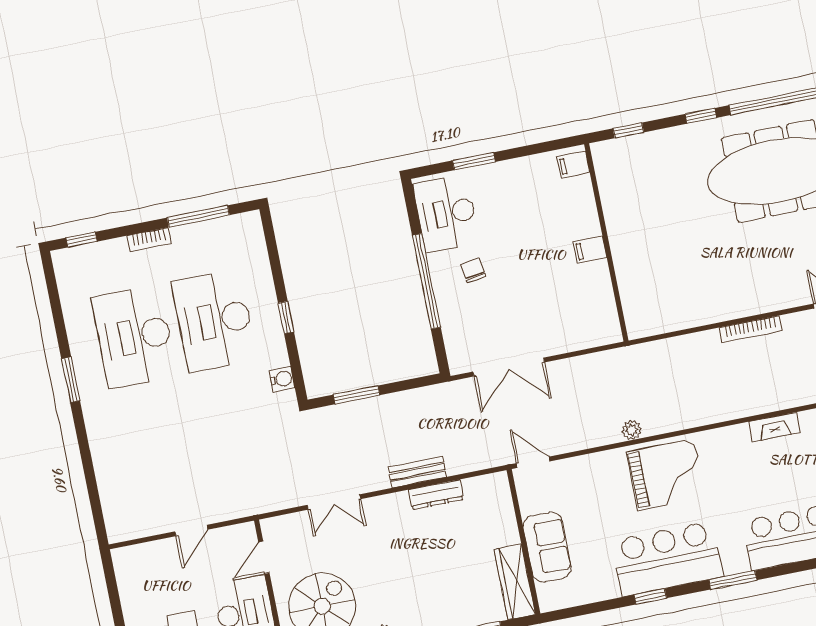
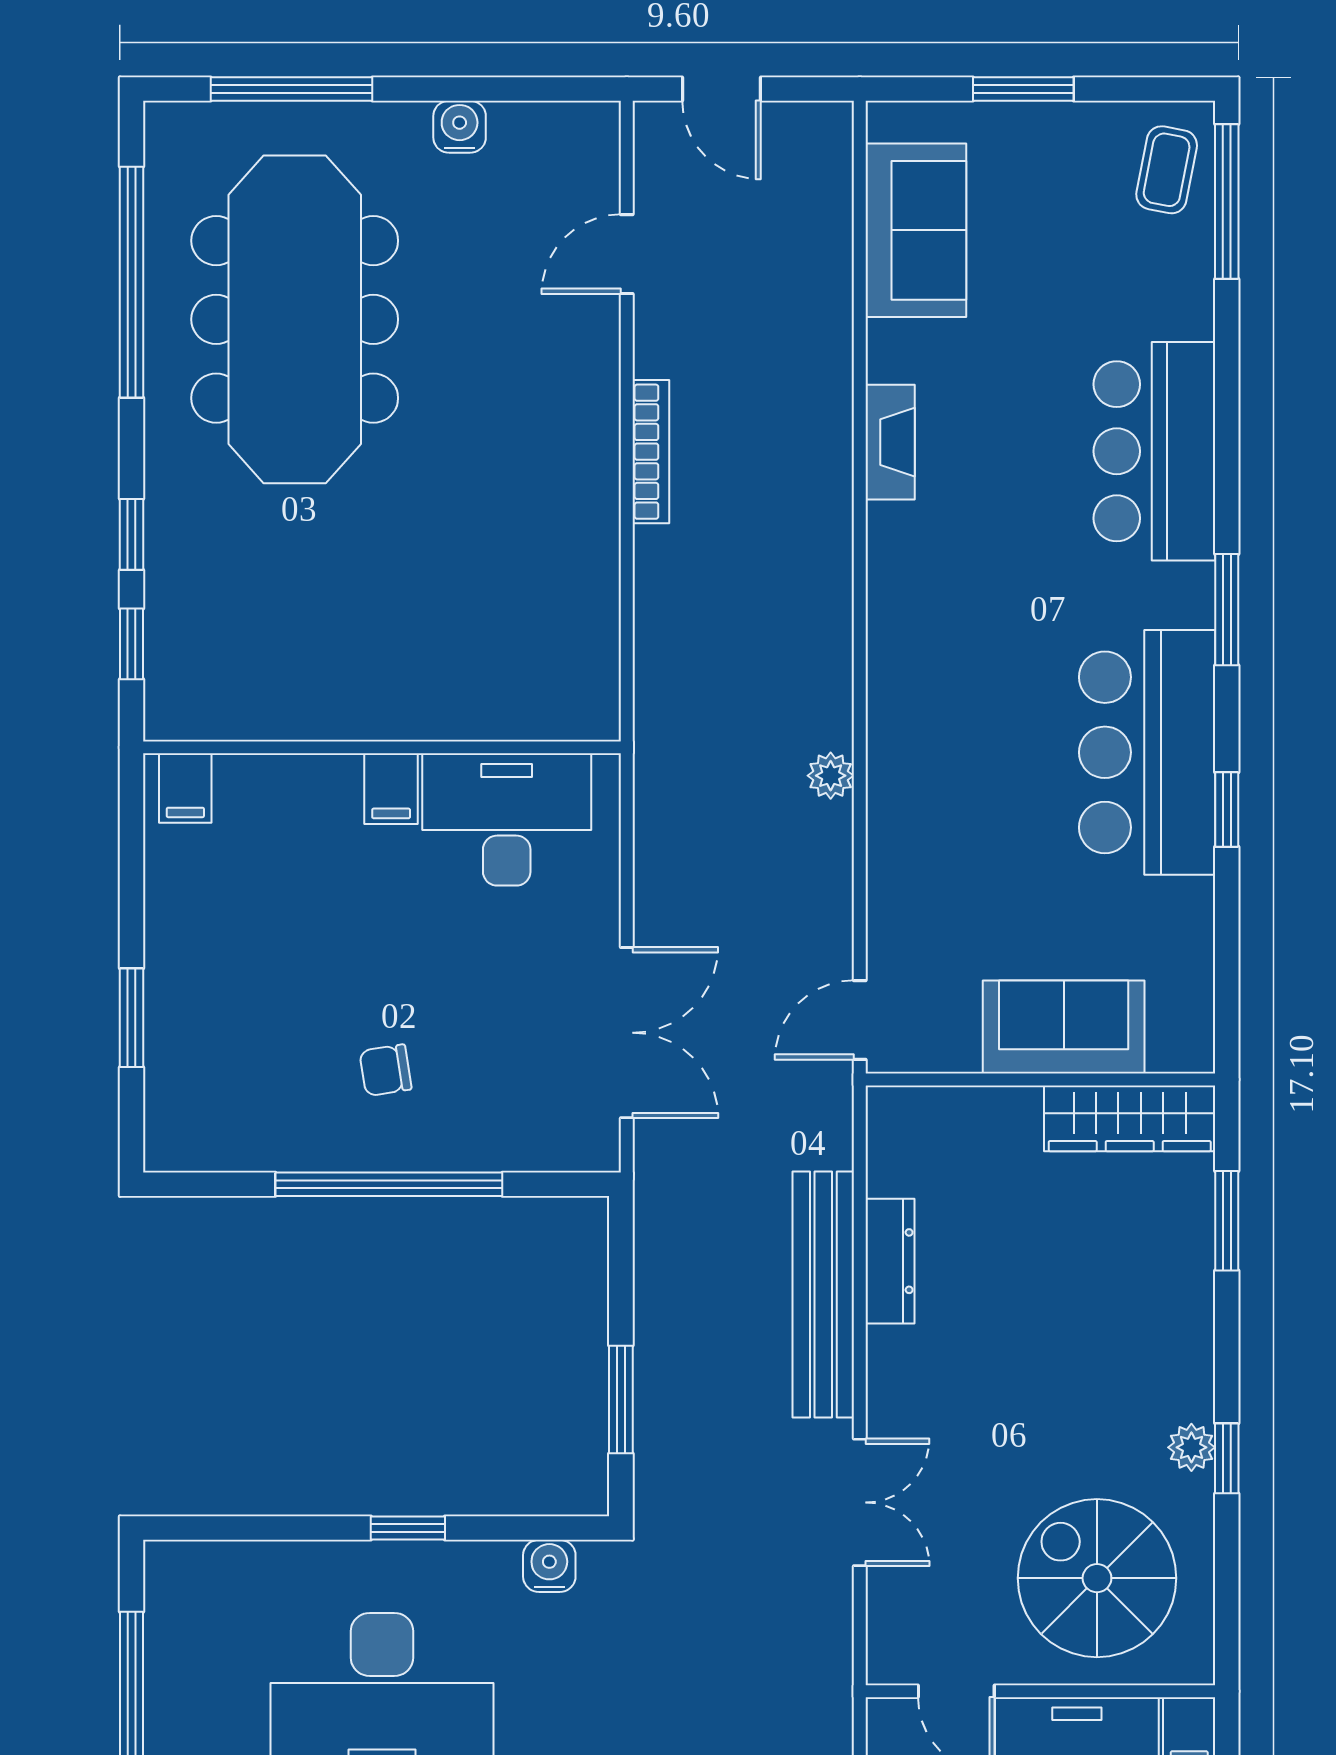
window: (701, 116) -> (131, 534), moved
desk: (446, 213) -> (507, 819), moved, turned 180
bench: (417, 472) -> (823, 1294), width x1.86, depth x1.21
grand piano: (666, 475) -> (950, 717), removed

